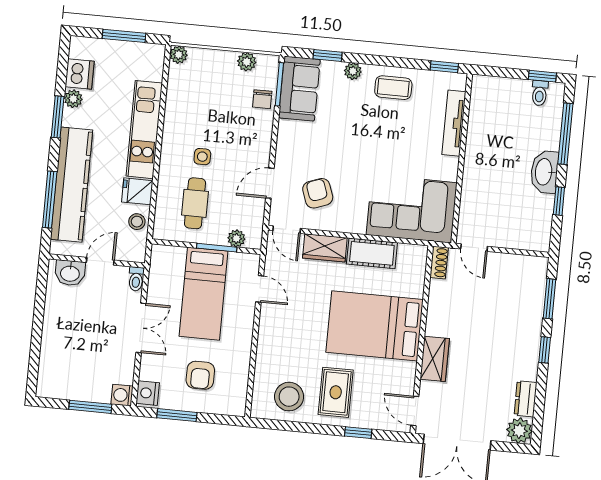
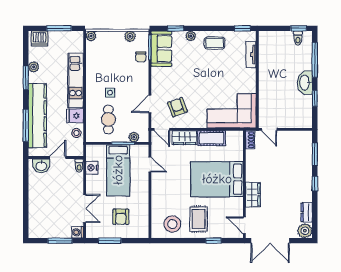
dishwasher: (80, 74) -> (39, 38), moved, turned 90
tv unit: (454, 123) -> (251, 54), width x0.71
double door: (141, 328) -> (85, 208), moved
nightstand: (148, 393) -> (92, 168), moved

